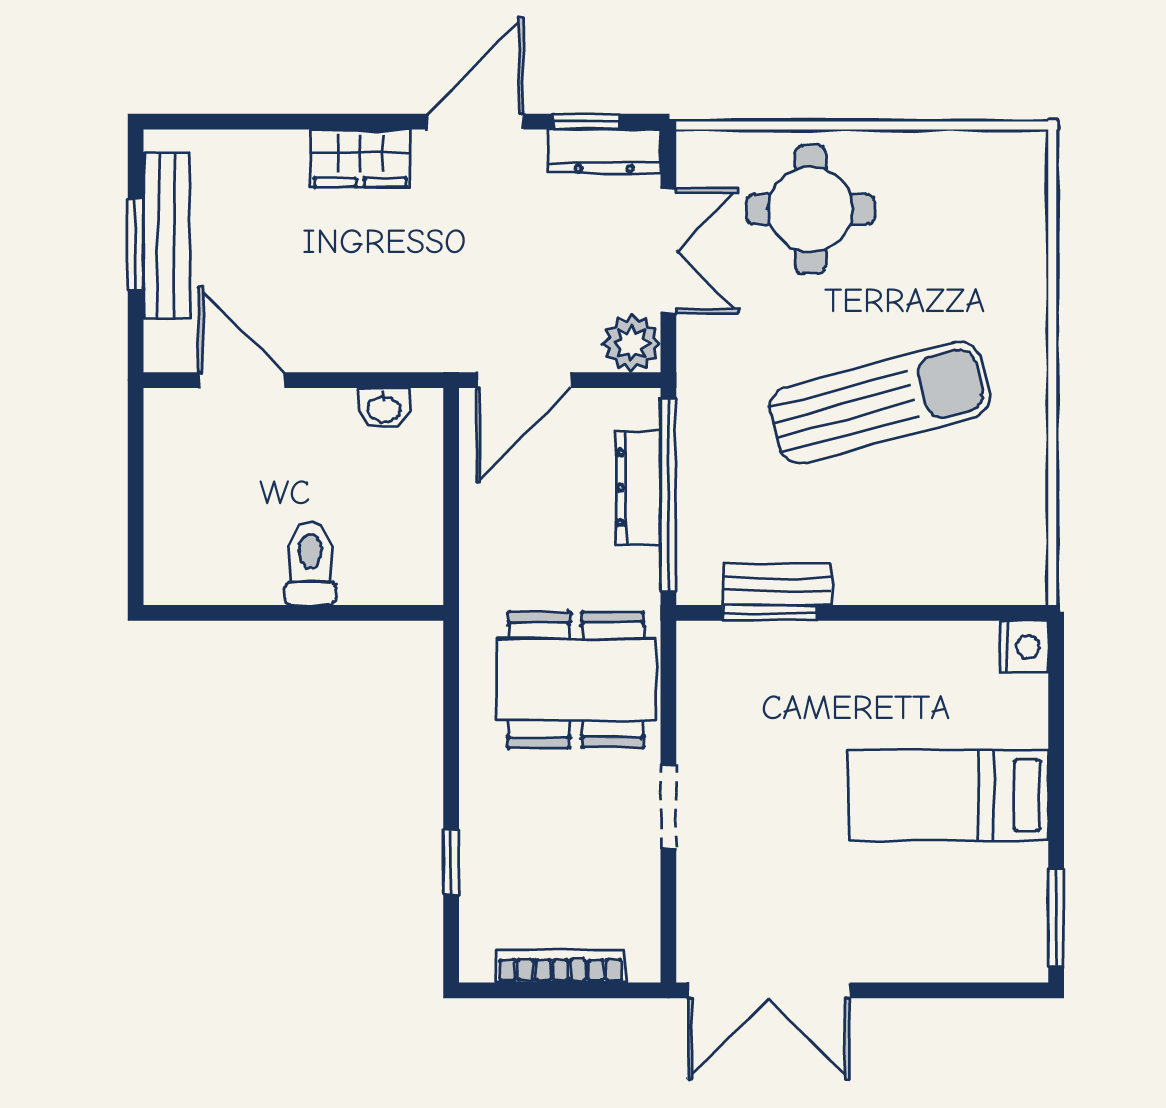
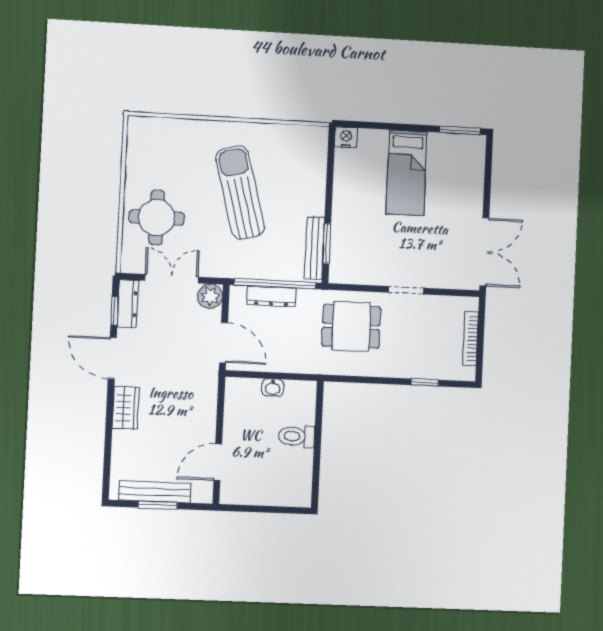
washbasin: (384, 408) -> (273, 388), moved, turned 90
bench: (777, 584) -> (315, 248), width x1.36
dining table: (576, 680) -> (351, 326), width x0.73

